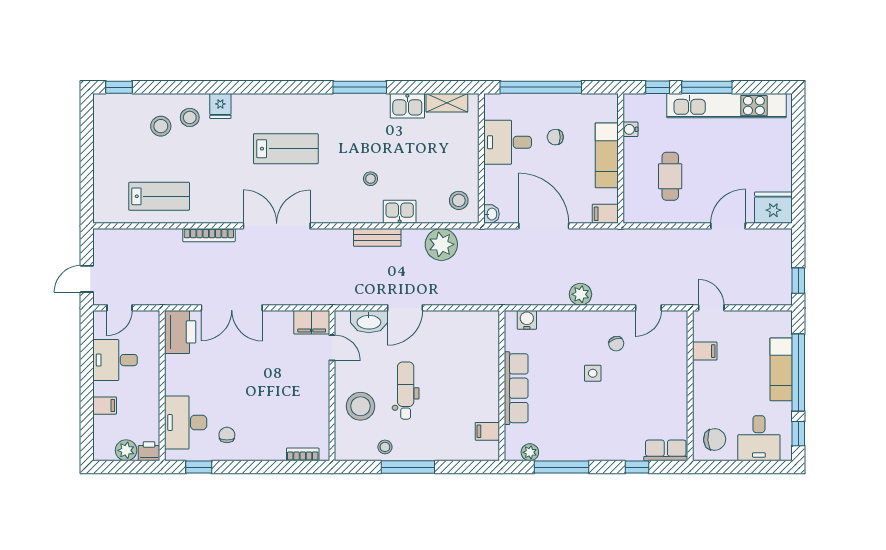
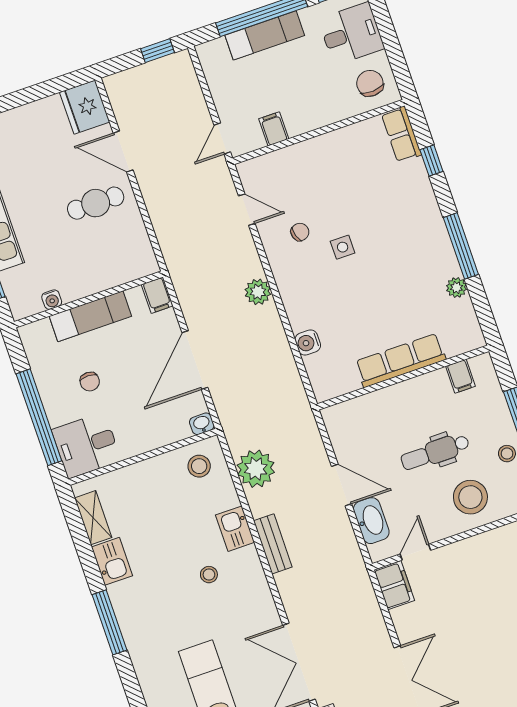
desk: (508, 142) -> (86, 445), moved, turned 90
cafe table: (670, 176) -> (96, 203), moved
wall: (502, 386) -> (403, 378), moved
row of seats: (516, 388) -> (400, 360), moved
filing cabinet: (487, 431) -> (461, 376), moved

